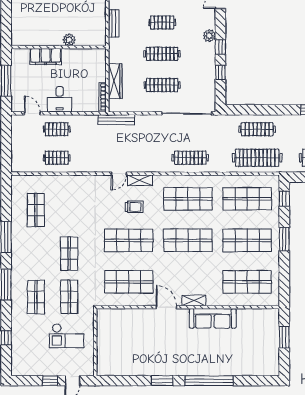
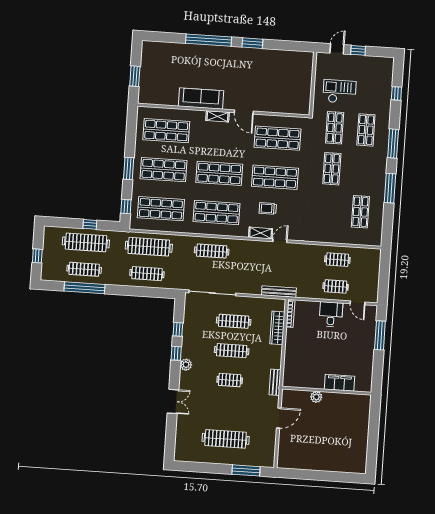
plant: (69, 40) -> (316, 397), moved
wall: (59, 47) -> (327, 391), moved
filing cabinet: (46, 56) -> (339, 383), moved

